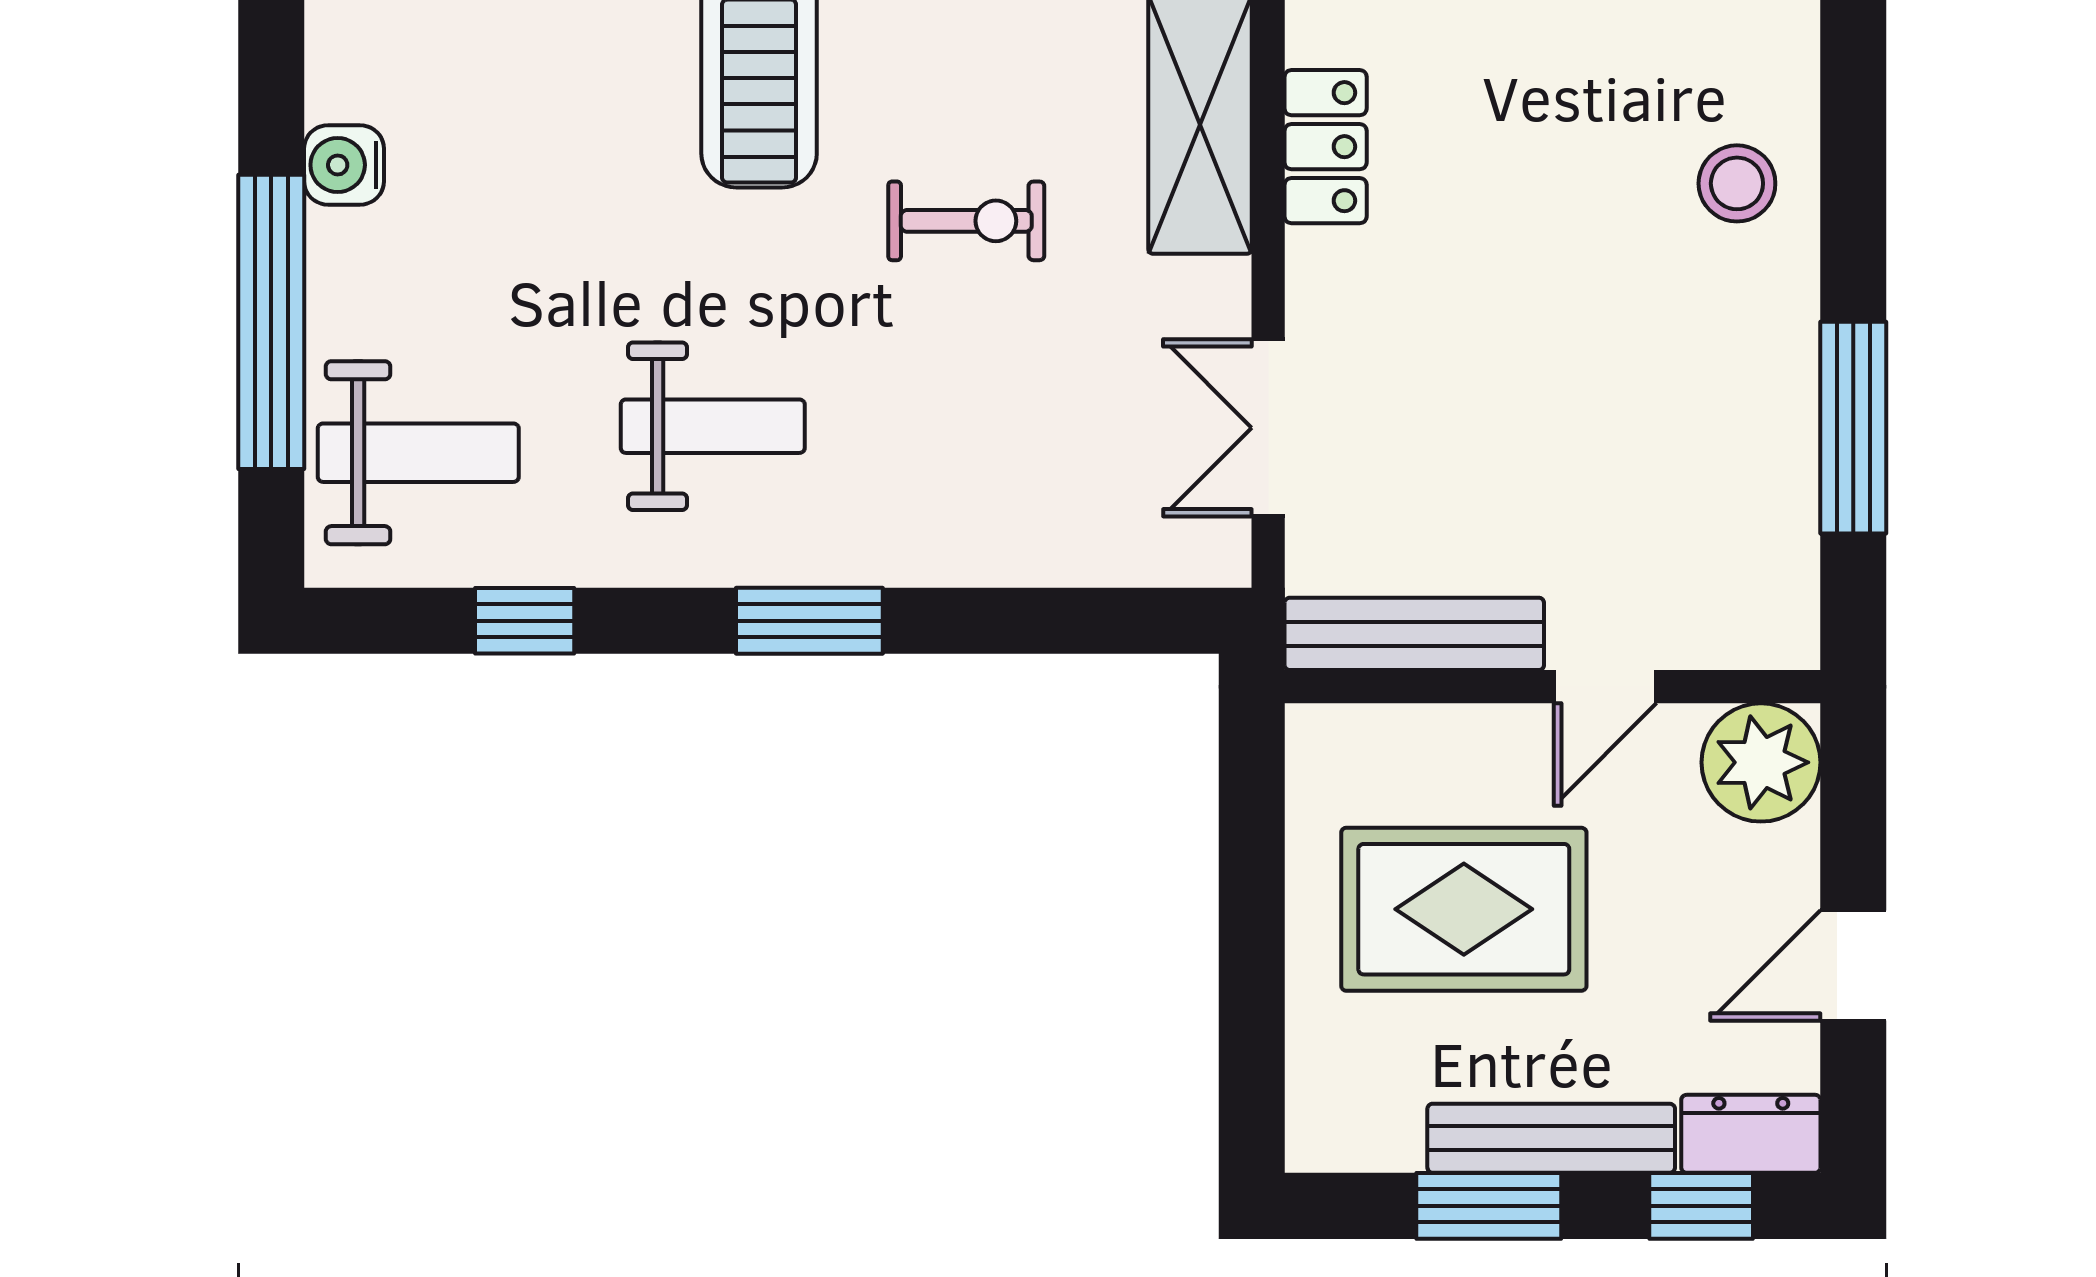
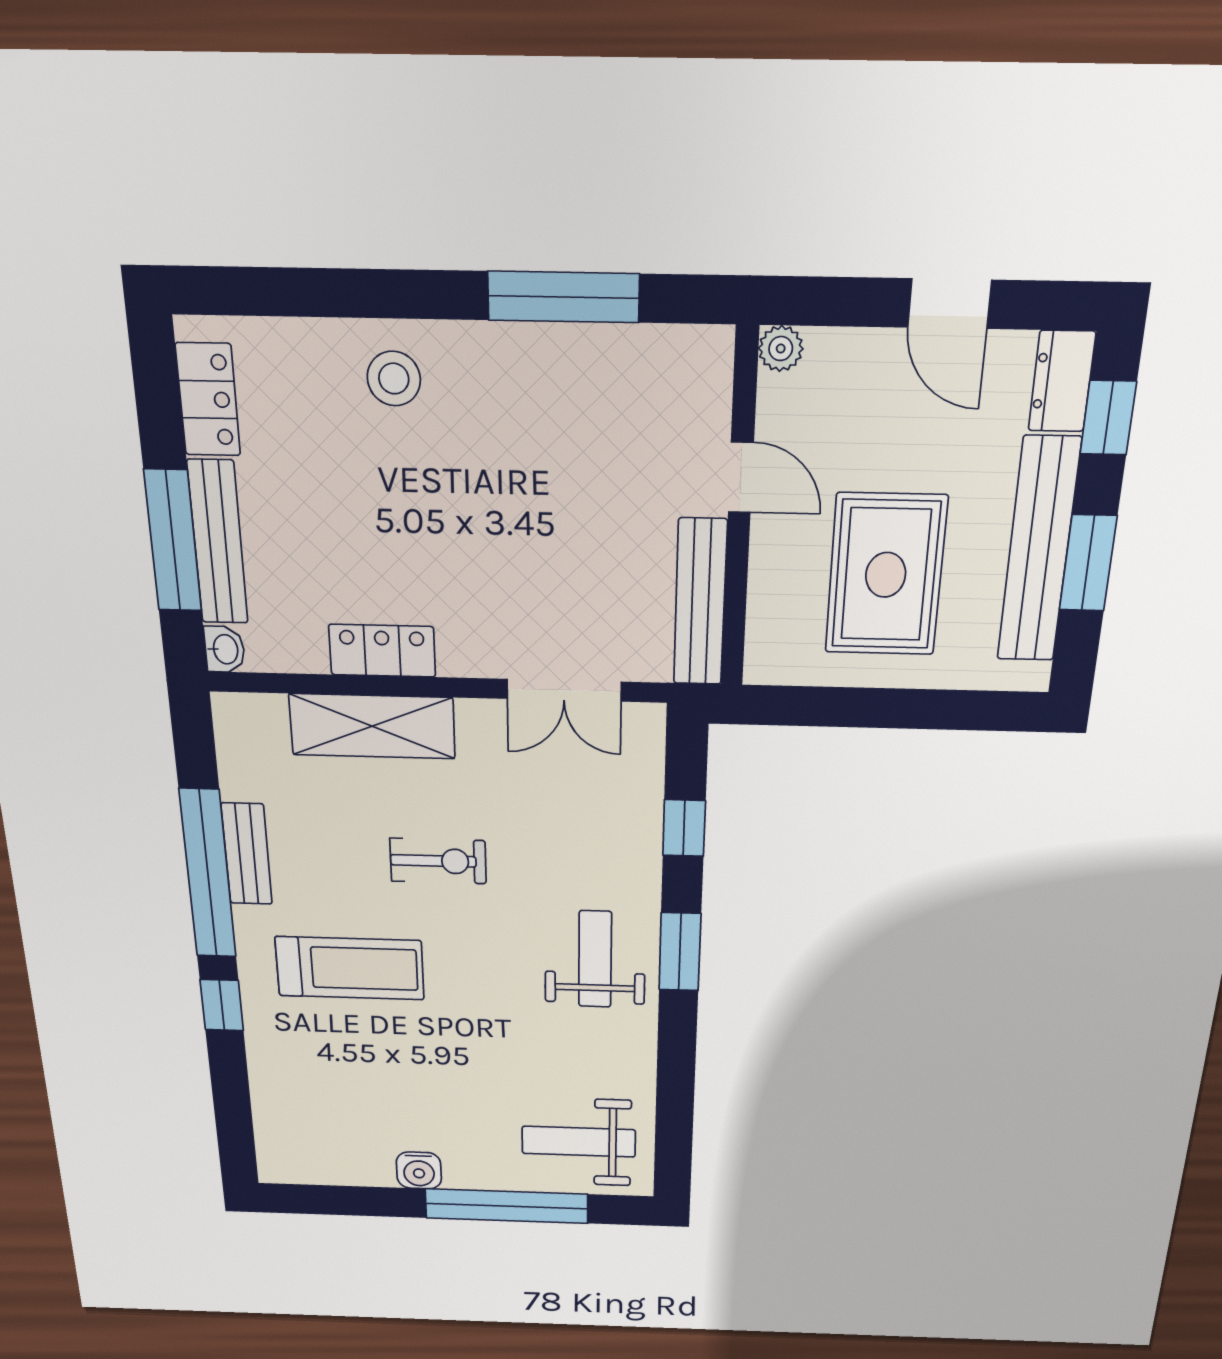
exercise bike: (966, 221) -> (438, 861), turned 90
weight bench: (713, 426) -> (595, 959), moved
weight bench: (418, 453) -> (579, 1142), turned -90
window: (525, 621) -> (684, 828), moved
plant: (1761, 762) -> (781, 349), width x0.53, depth x0.53
bench: (1551, 1138) -> (1038, 551), width x1.37, depth x1.21

